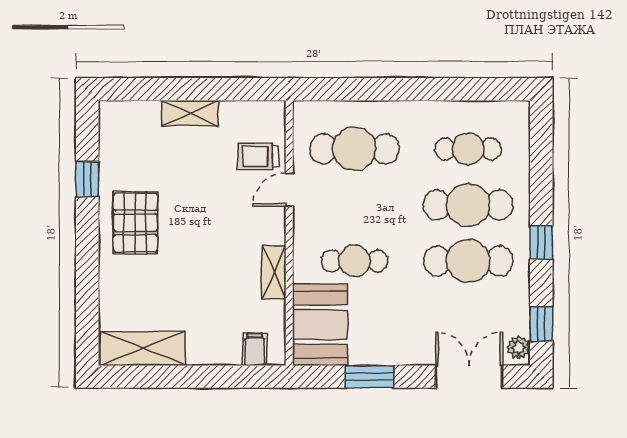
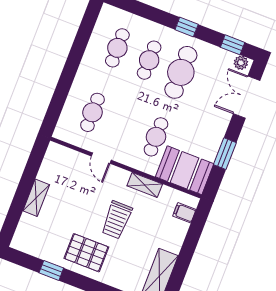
cafe table: (354, 149) -> (93, 112), width x0.73, depth x0.74
trolley: (258, 156) -> (117, 220), moved, width x1.36, depth x1.39
cafe table: (468, 205) -> (149, 60), width x0.73, depth x0.74

